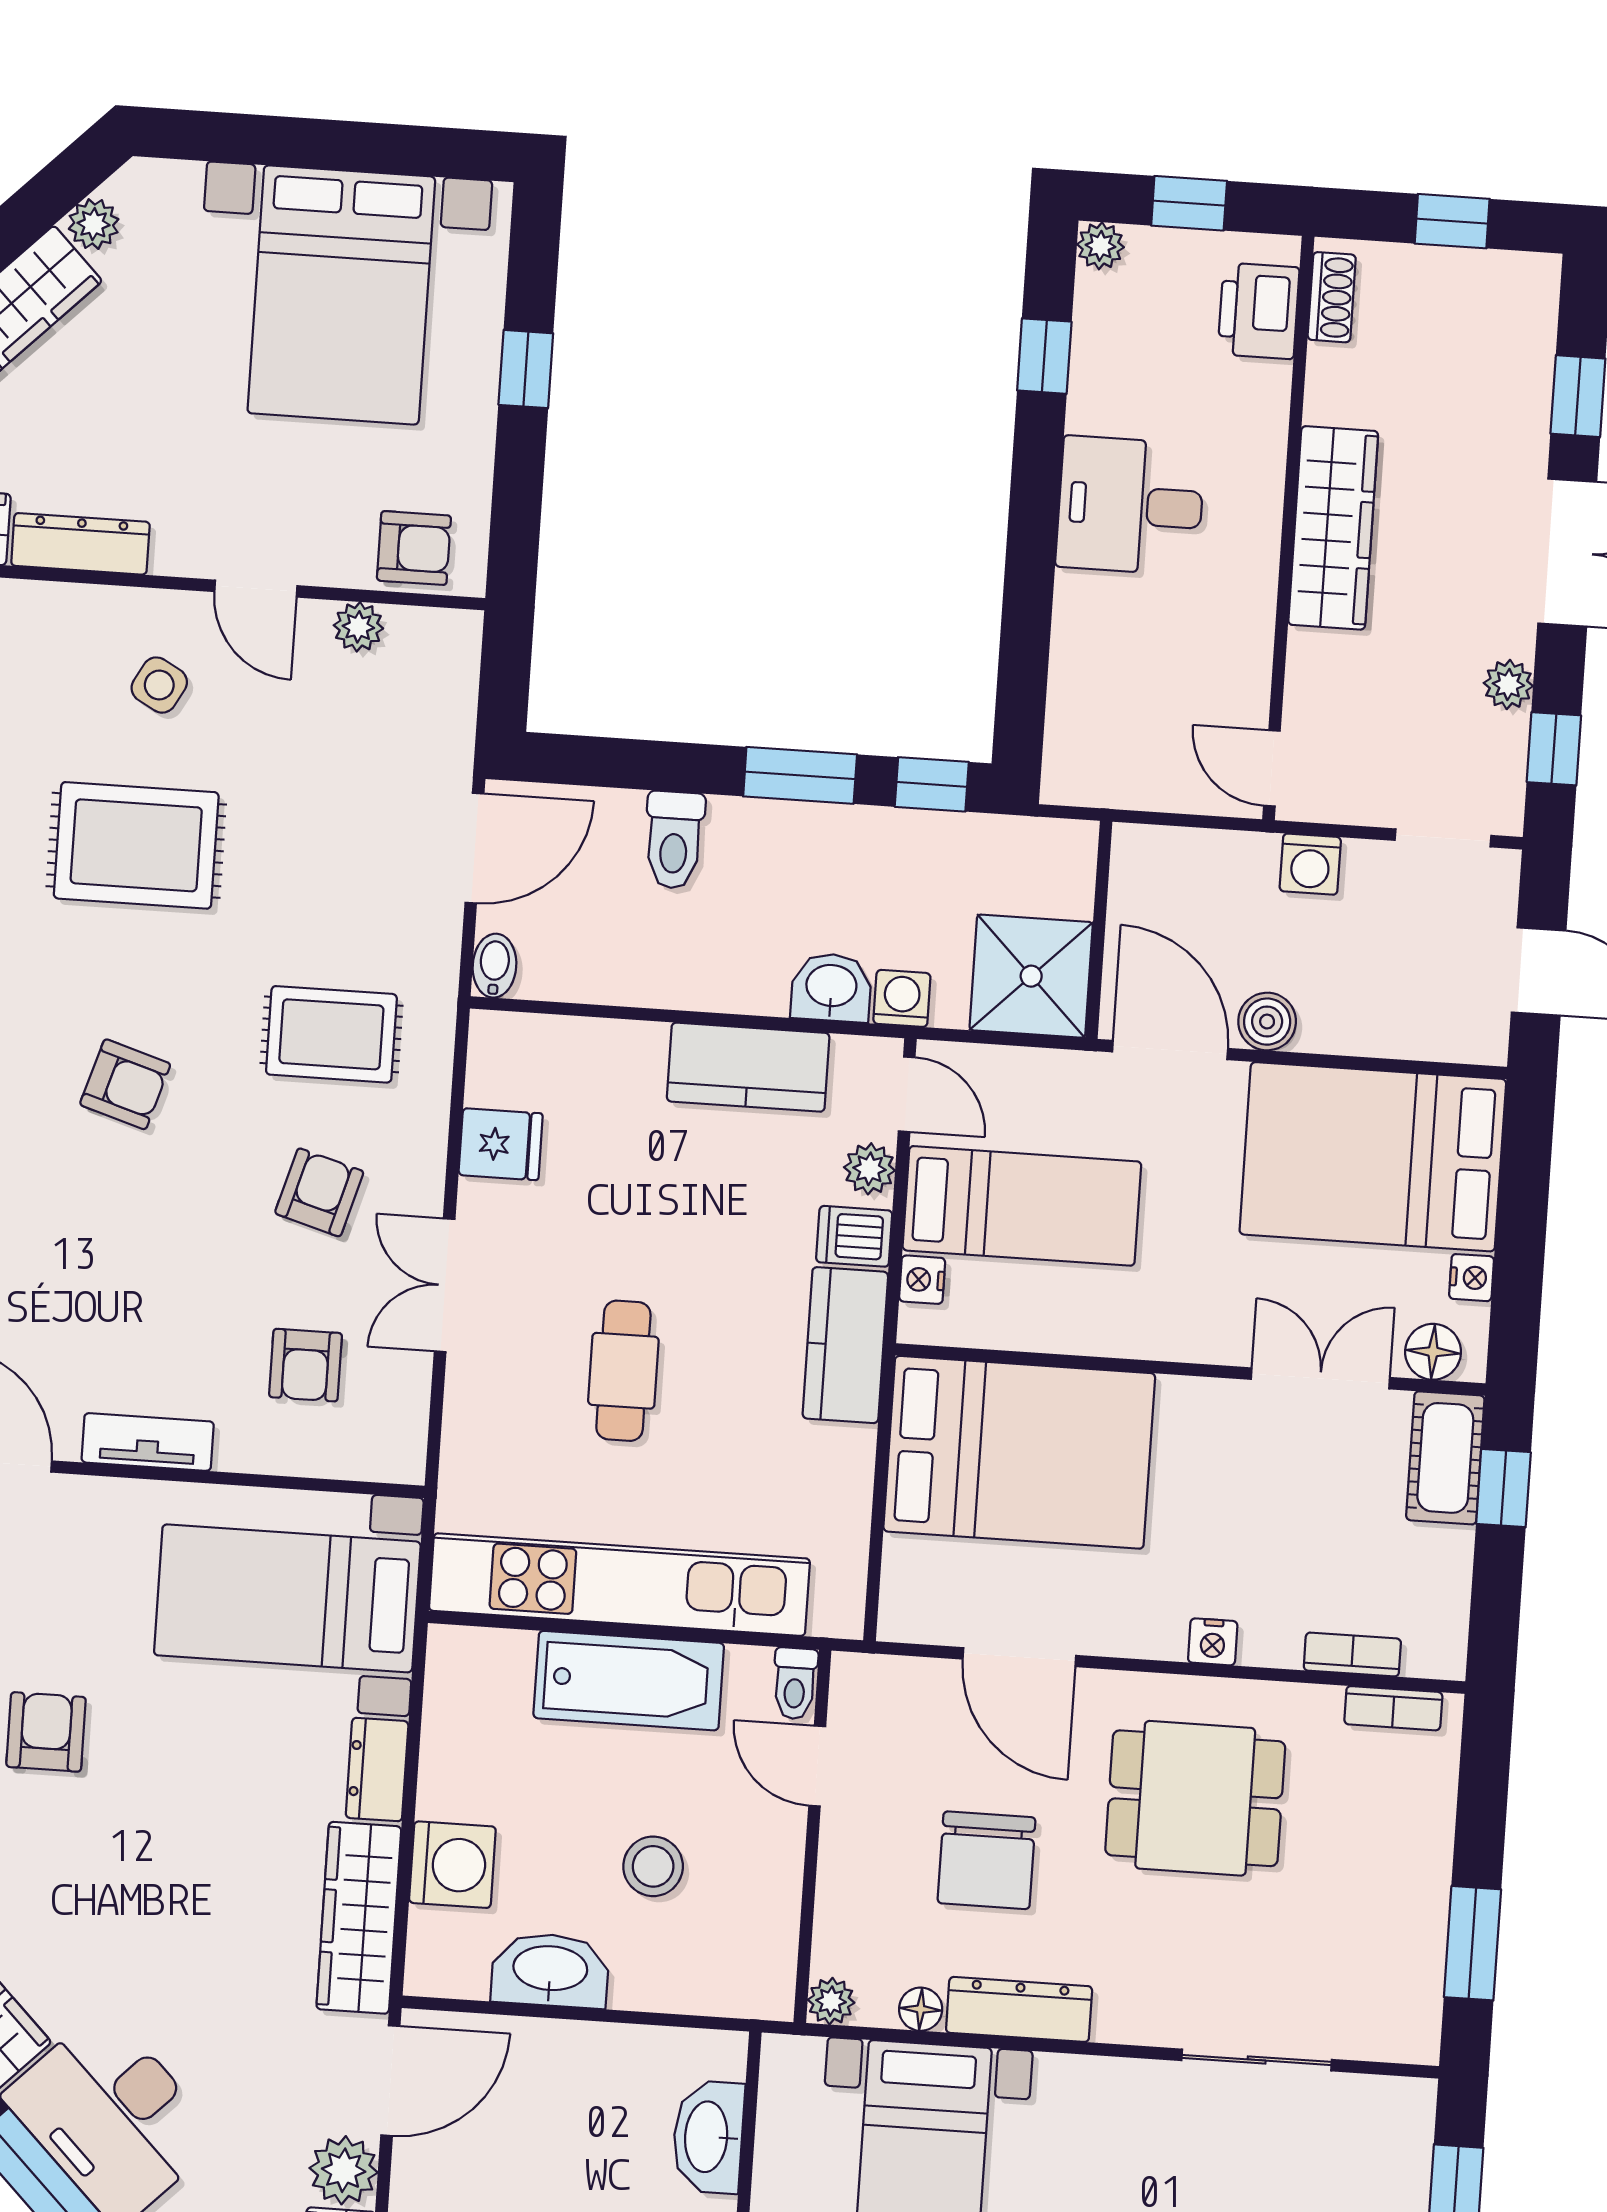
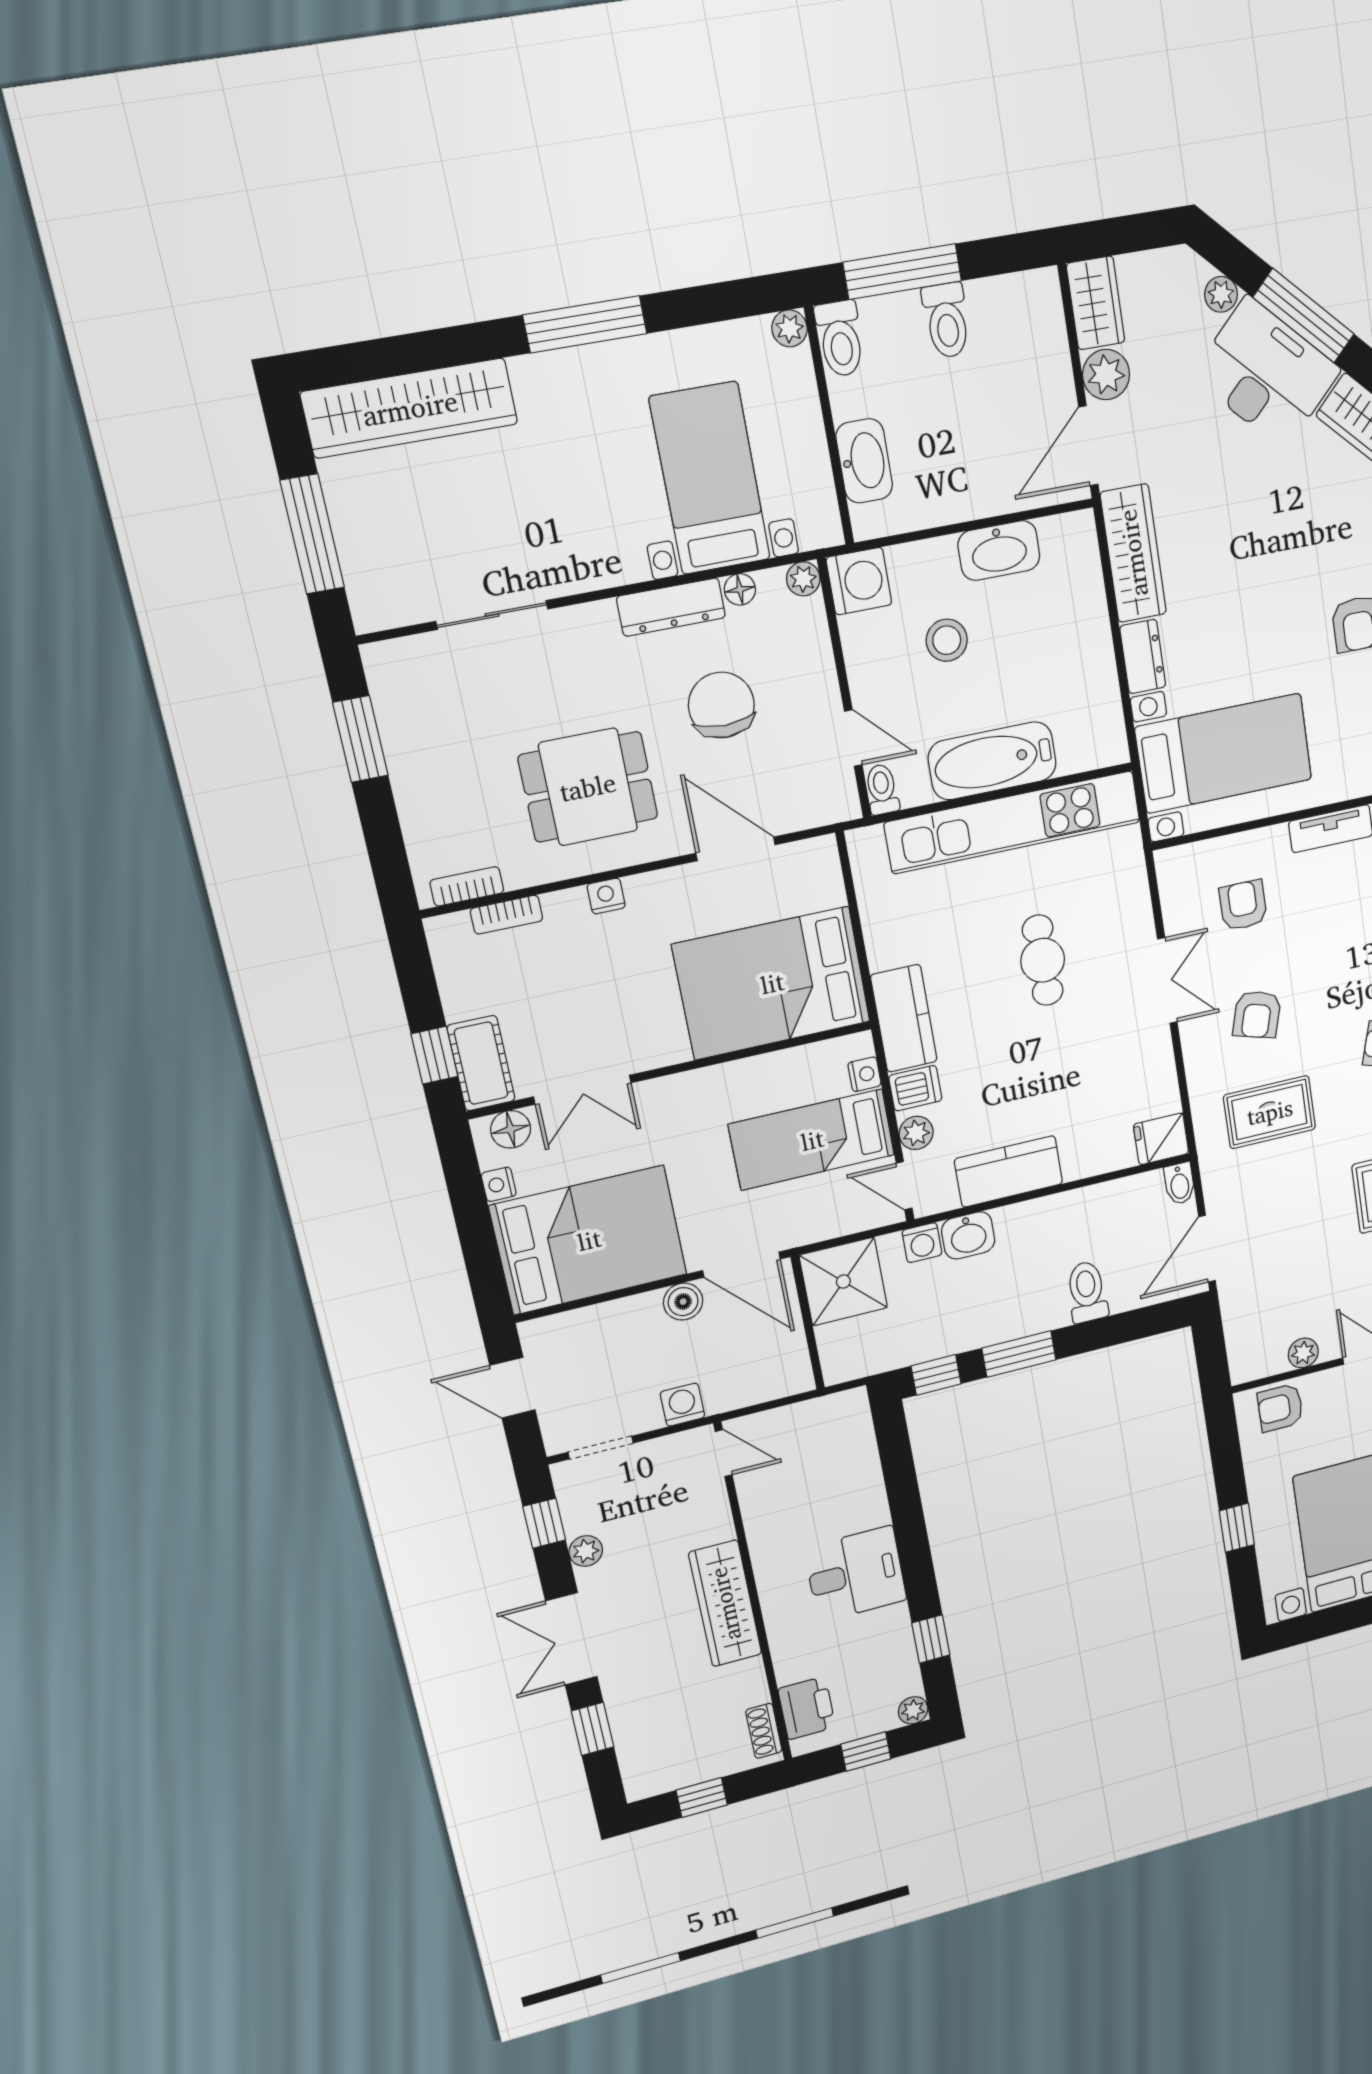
fridge: (501, 1144) -> (1161, 1139), moved
washing machine: (452, 1865) -> (859, 581), moved, turned 180

